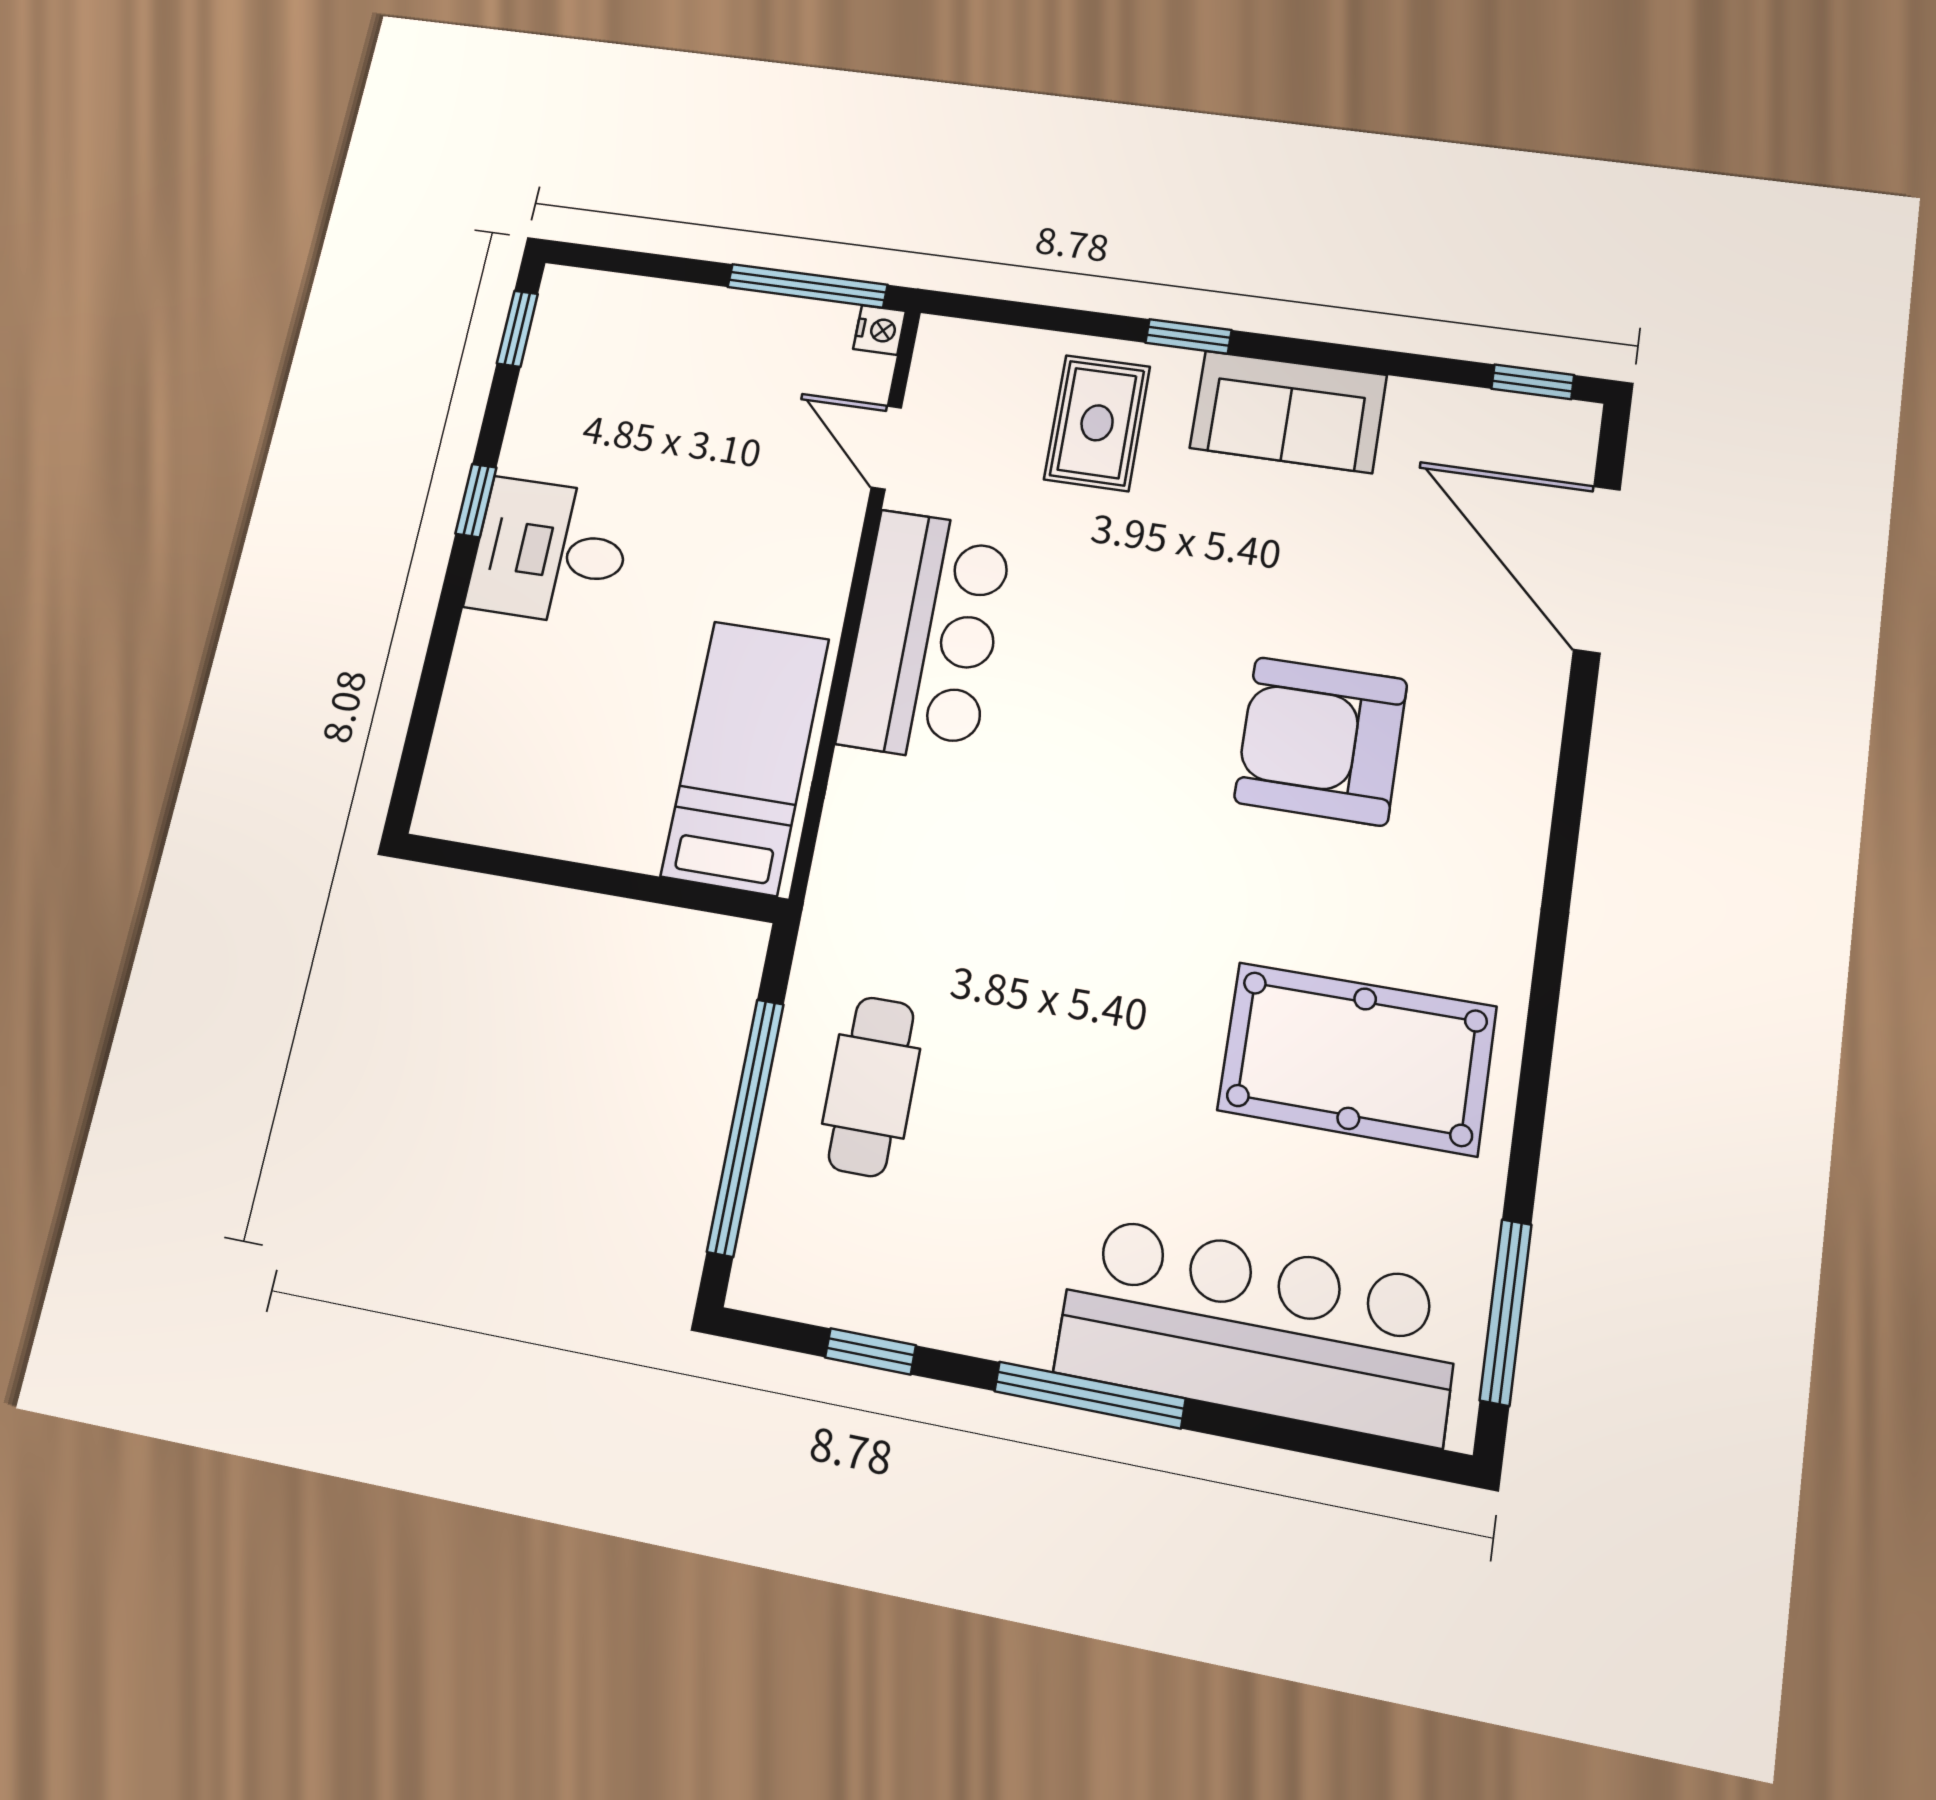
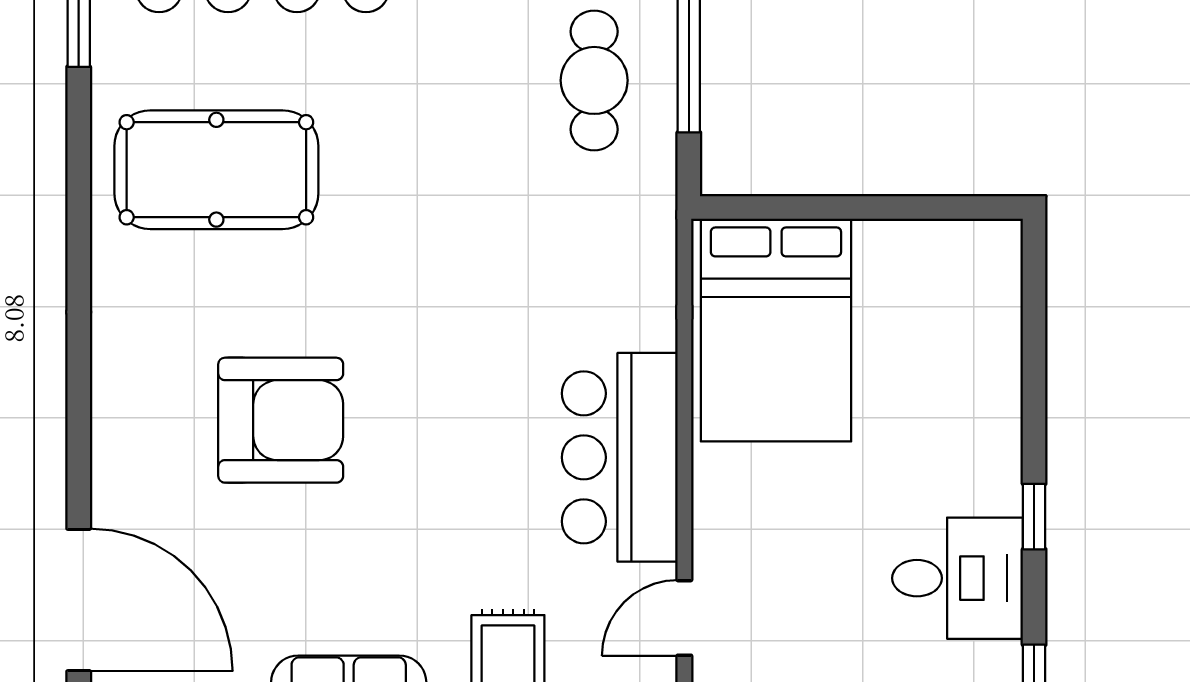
door: (886, 448) -> (684, 618), swing flipped
desk: (550, 552) -> (958, 578), moved
bed: (745, 757) -> (776, 330), width x1.50

